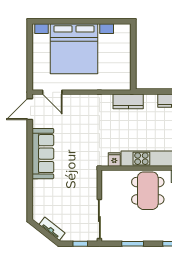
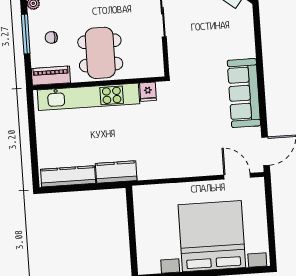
kitchen counter: (128, 101) -> (116, 172), moved

